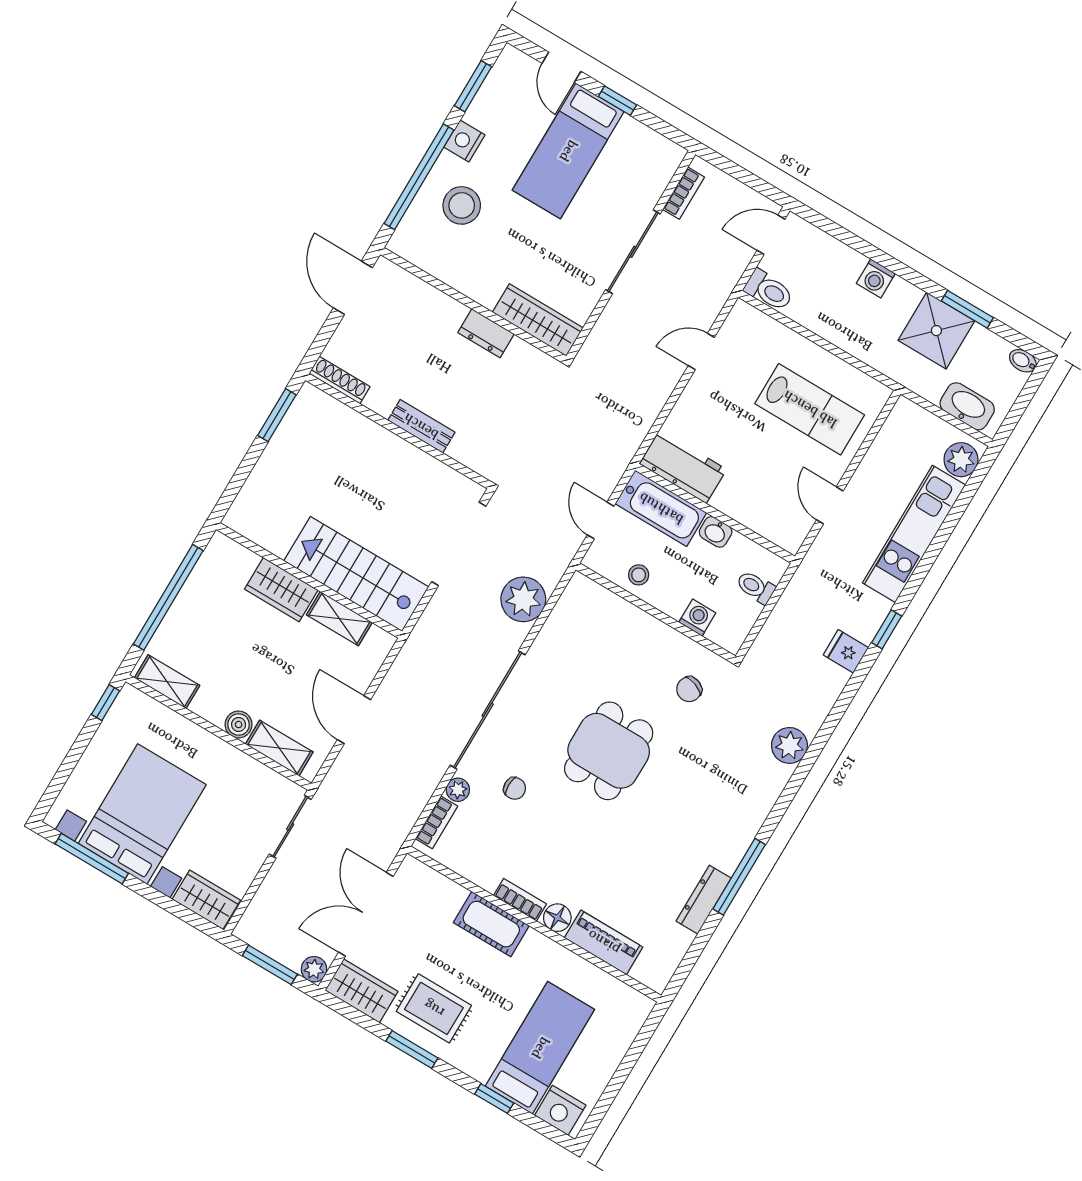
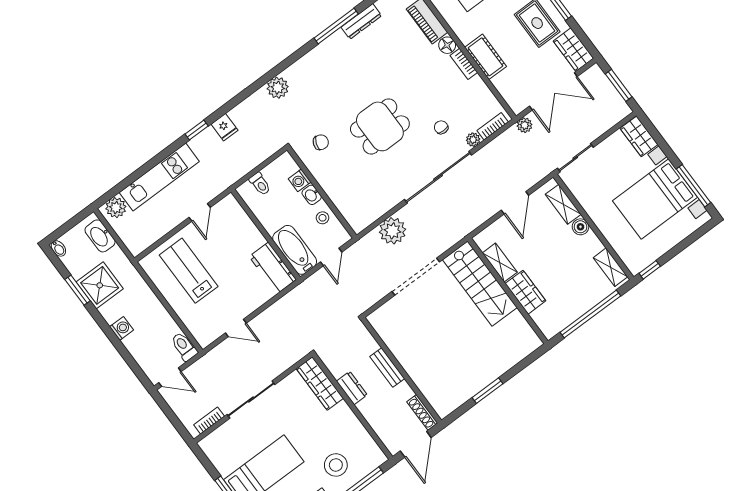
shoe rack: (339, 380) -> (422, 412), moved
bench: (421, 426) -> (387, 368), moved
wall: (398, 431) -> (401, 370), moved
washbasin: (716, 532) -> (312, 195), moved, turned 180
plant: (314, 969) -> (525, 125), moved

